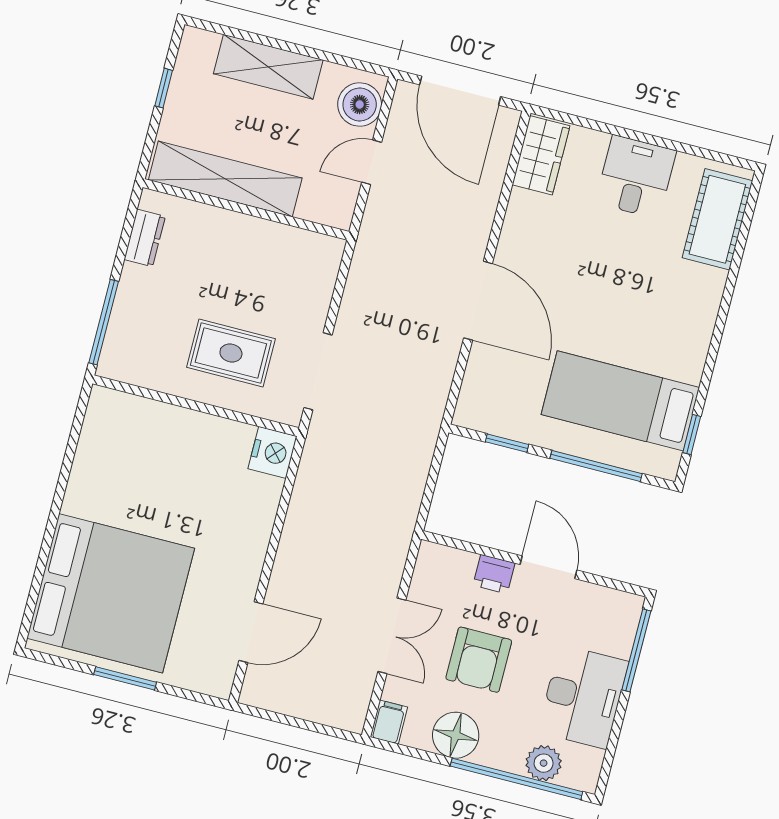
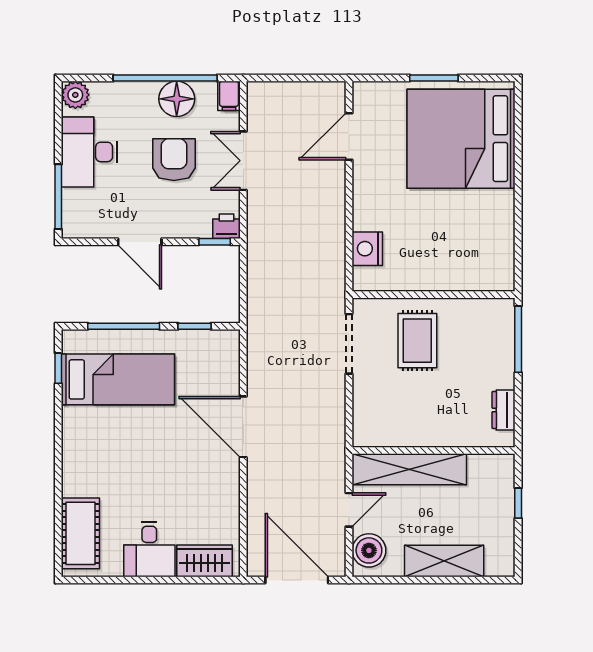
window: (164, 88) -> (518, 503), moved
wardrobe: (541, 155) -> (205, 561), moved, turned 90
shelving: (225, 179) -> (409, 469), moved
rug: (231, 353) -> (417, 341), turned 90
nightstand: (273, 452) -> (367, 249), moved
window: (454, 543) -> (215, 242), added
printer: (494, 574) -> (226, 226), moved
plant: (544, 763) -> (75, 95), moved
window: (516, 779) -> (165, 78), moved

